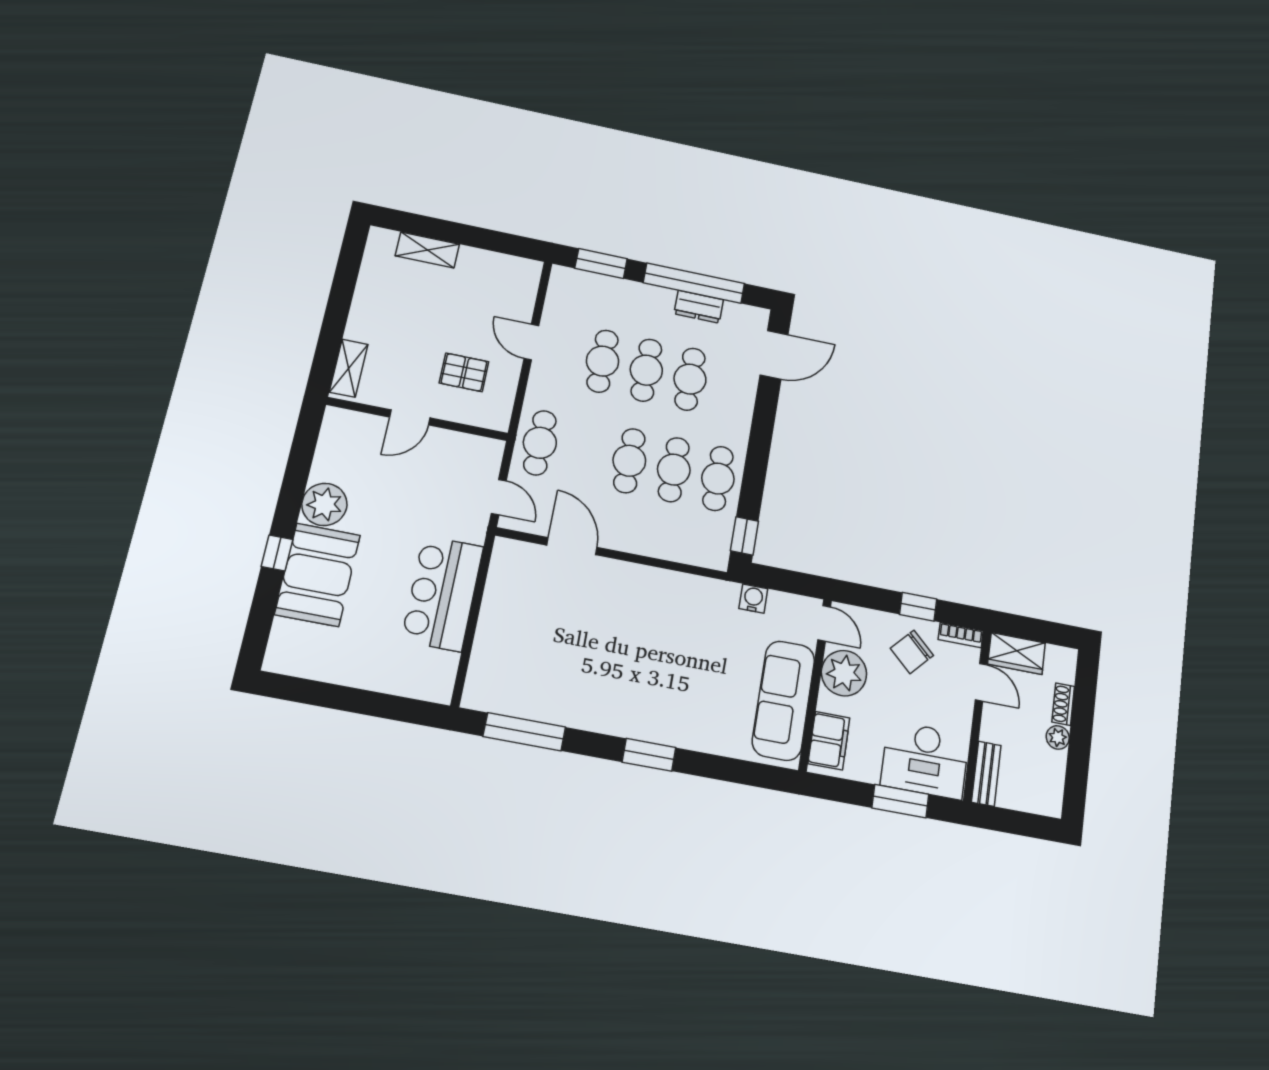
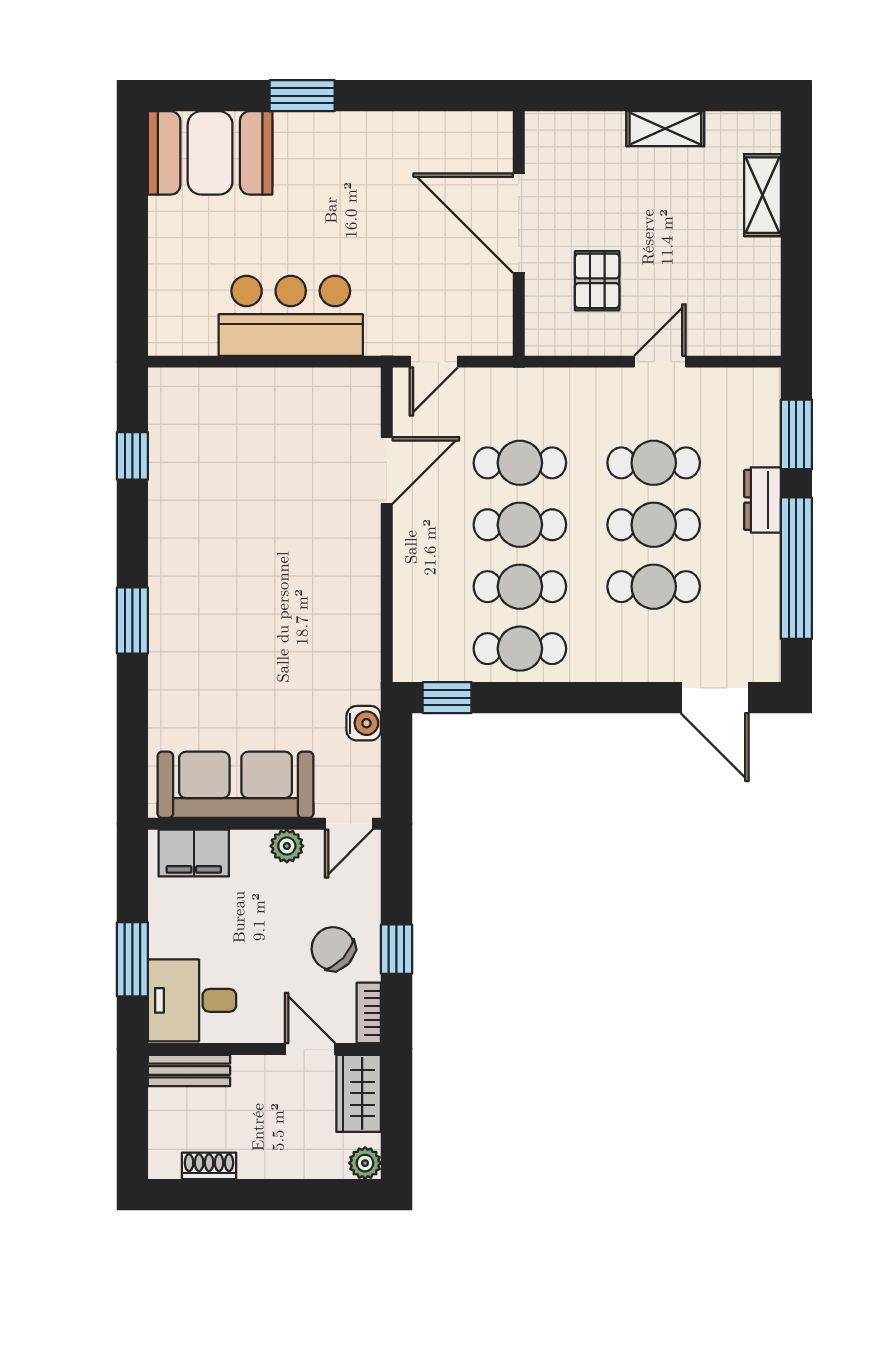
dresser: (699, 307) -> (763, 500), moved
shelving: (349, 368) -> (665, 129), moved
door: (410, 417) -> (519, 223), width x1.88
cafe table: (540, 443) -> (520, 463), moved
plant: (324, 504) -> (378, 140), removed
window: (277, 553) -> (302, 96), width x1.50
booth: (318, 575) -> (210, 153), moved
plant: (844, 673) -> (287, 846), width x0.53, depth x0.53
door: (981, 682) -> (310, 1049), swing flipped
shoe rack: (1063, 704) -> (209, 1166), moved
window: (524, 732) -> (132, 456), width x0.46
plant: (1058, 737) -> (365, 1163), moved
desk: (925, 760) -> (192, 1000), width x0.73

